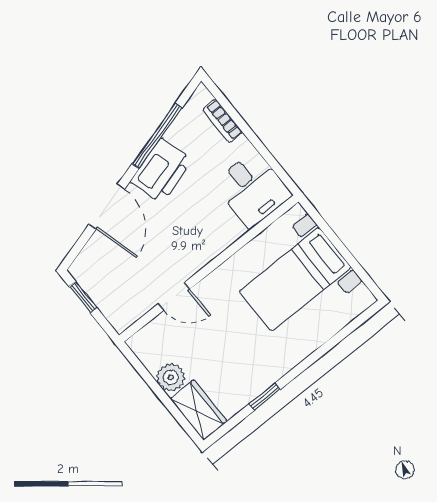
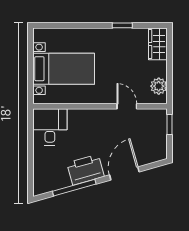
bookcase: (223, 121) -> (38, 170), removed
window: (83, 297) -> (170, 125), moved
plant: (171, 377) -> (159, 86), moved

